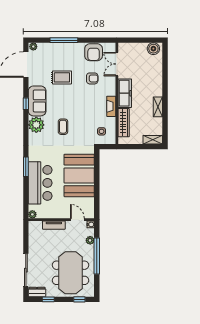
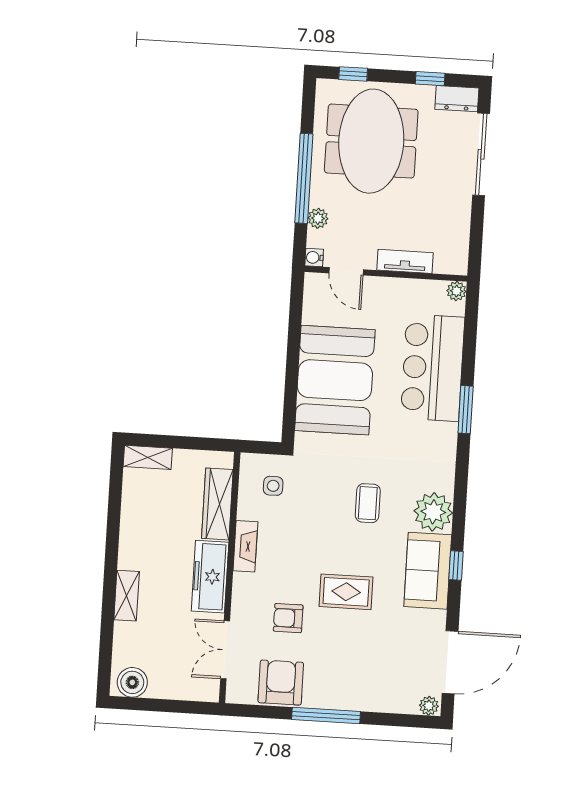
window: (64, 40) -> (326, 715), moved
double door: (117, 64) -> (225, 650), swing flipped
rug: (62, 77) -> (346, 592), moved
shelving: (158, 107) -> (127, 596), moved

